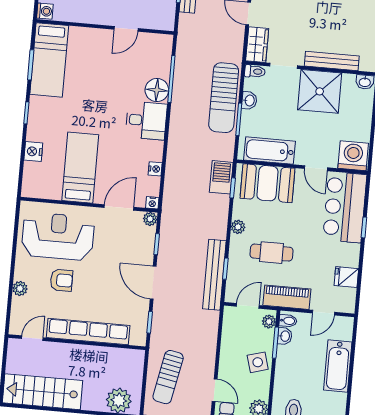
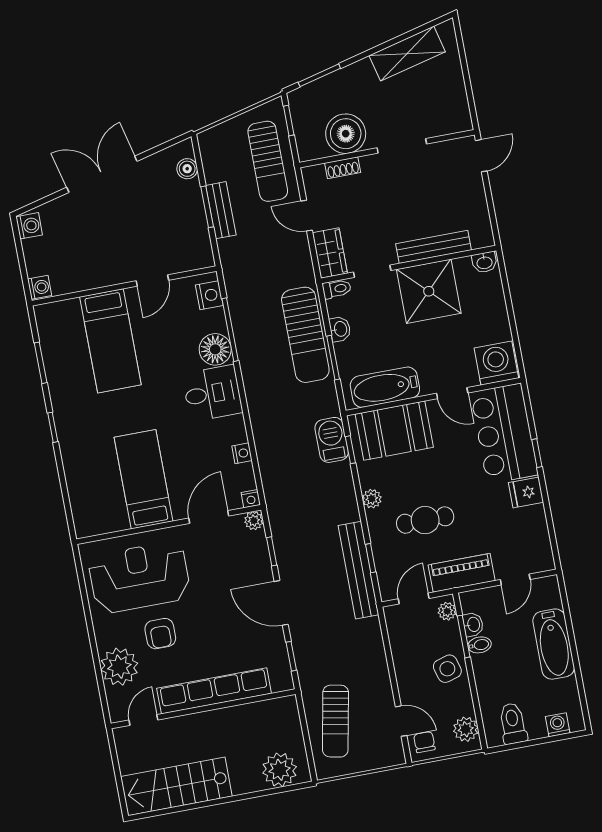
bed: (49, 60) -> (110, 341), moved
nightstand: (33, 151) -> (209, 295), moved, turned 180
fridge: (346, 277) -> (526, 492), moved
armchair: (61, 280) -> (160, 634), turned 90
plant: (20, 288) -> (119, 667), width x1.87, depth x1.87
bidet: (288, 321) -> (480, 645), moved

